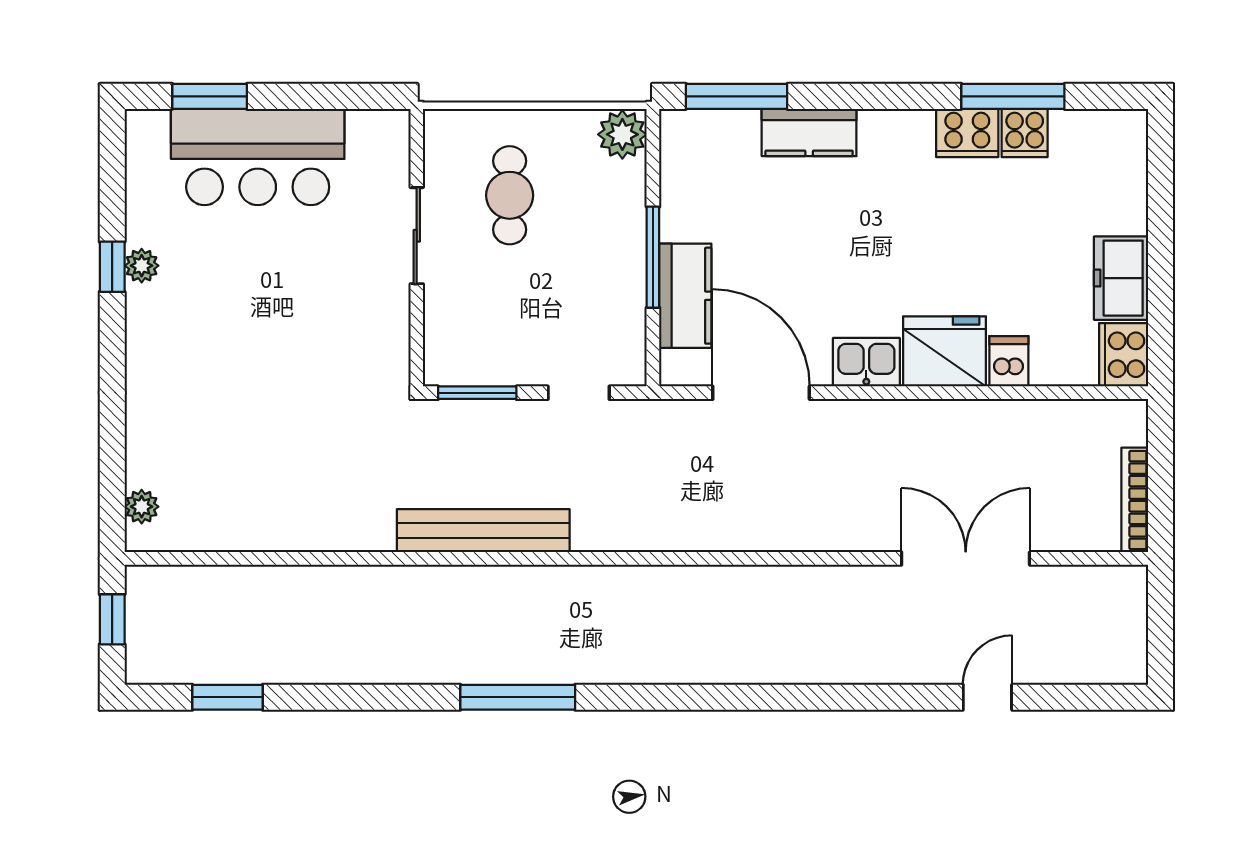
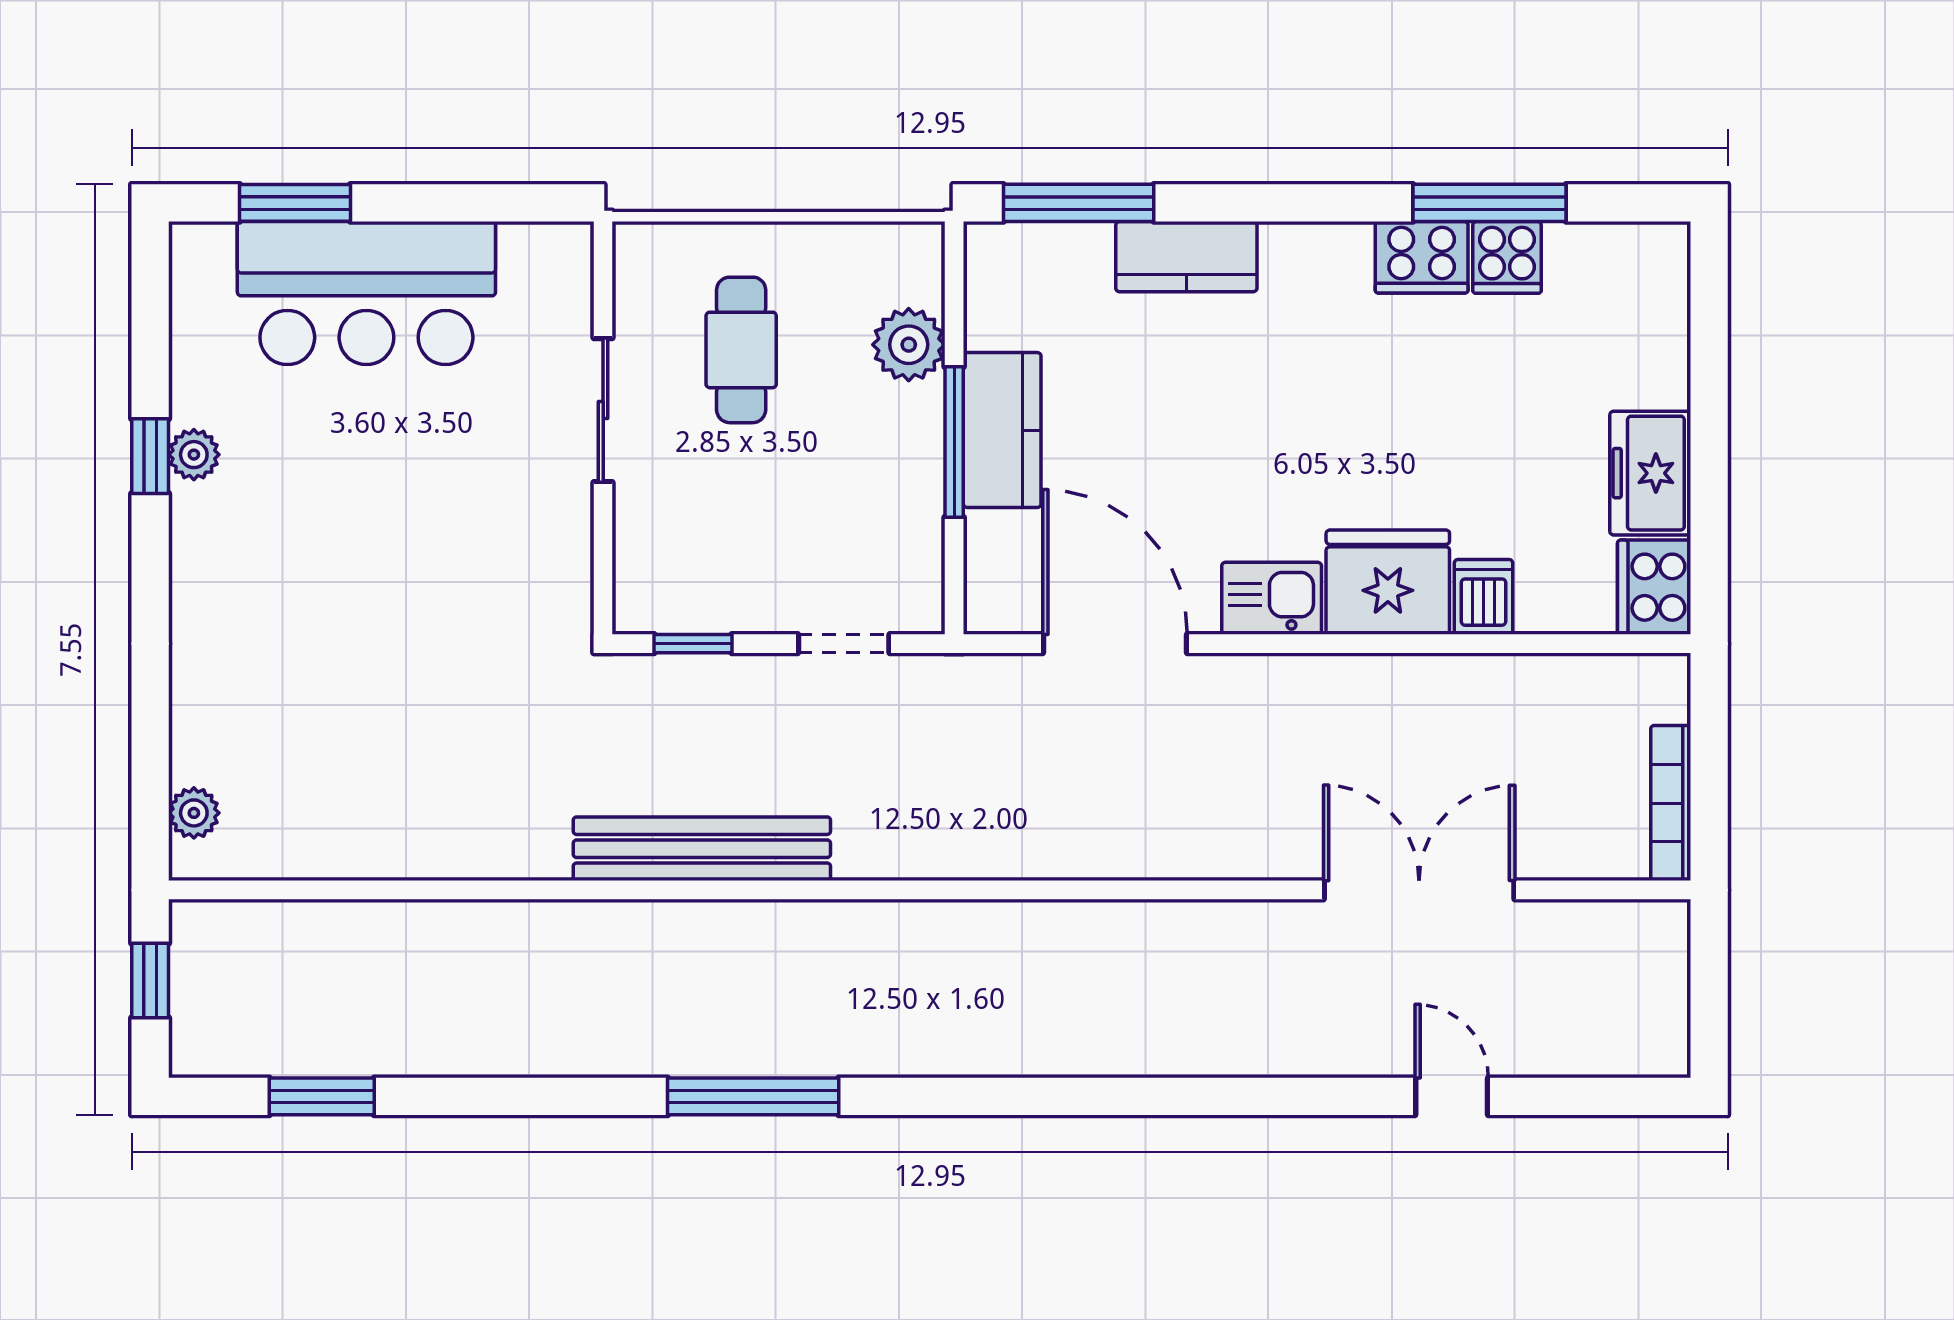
plant: (622, 134) -> (909, 345), moved
kitchen counter: (685, 296) -> (1002, 430), moved
window: (477, 393) -> (693, 644), width x0.67
door: (987, 697) -> (1452, 1096), hinge flipped

